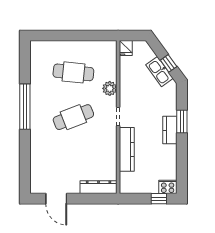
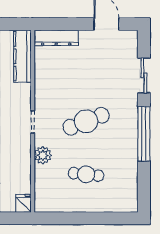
cafe table: (73, 72) -> (86, 174), width x0.73, depth x0.74
kitchen counter: (127, 149) -> (22, 56), moved
sliding door: (25, 156) -> (144, 75), added

